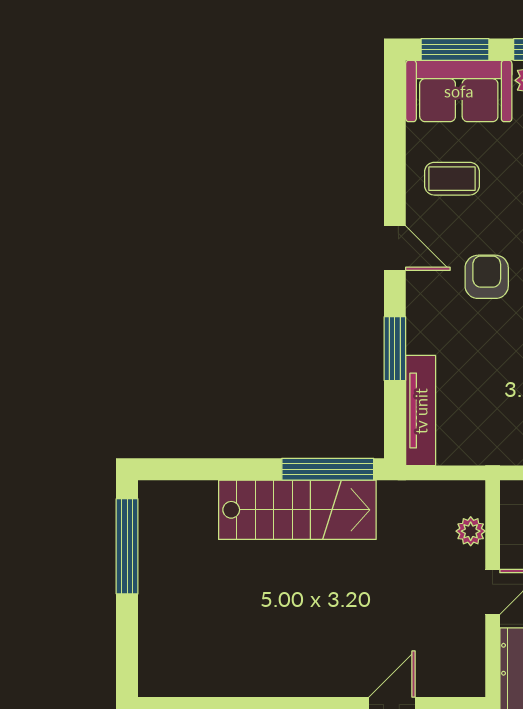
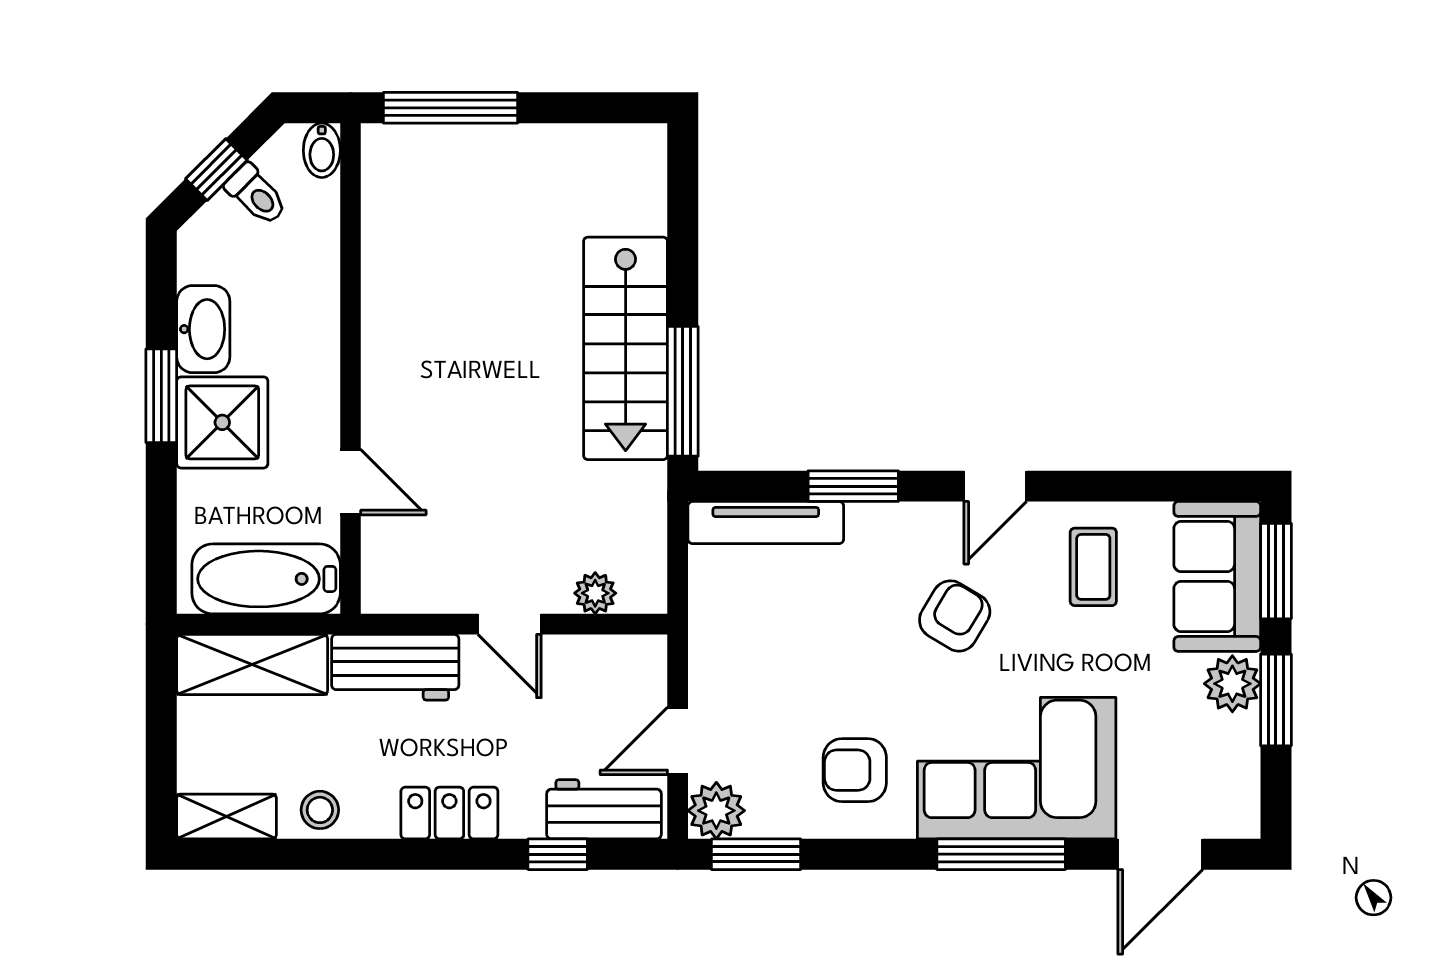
armchair: (487, 277) -> (955, 616), turned -59
window: (127, 546) -> (450, 108), moved

